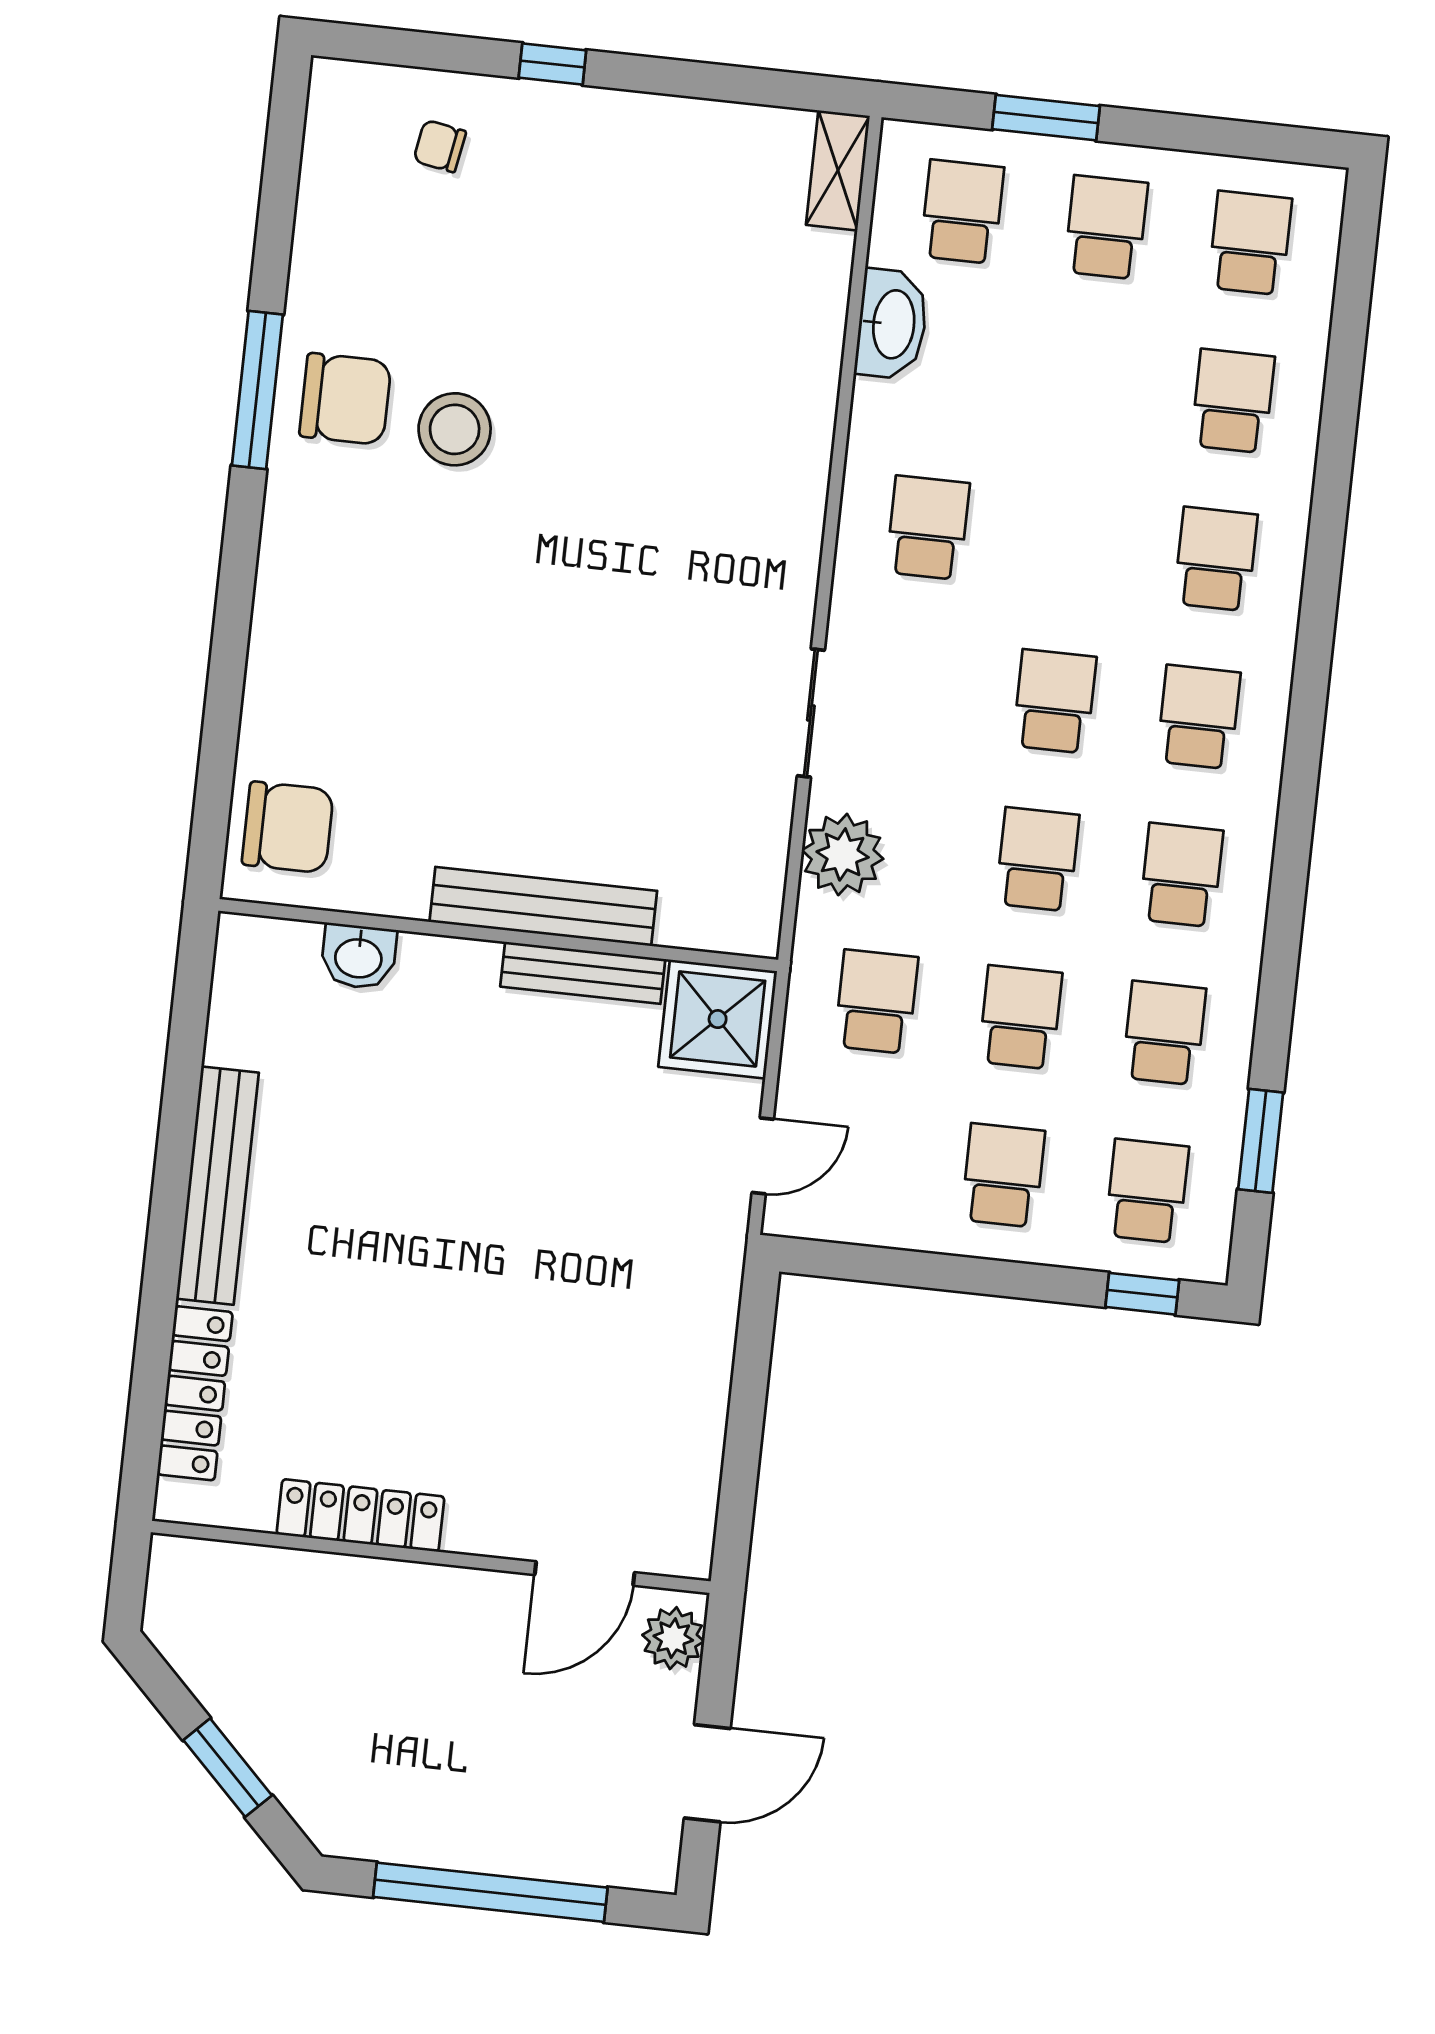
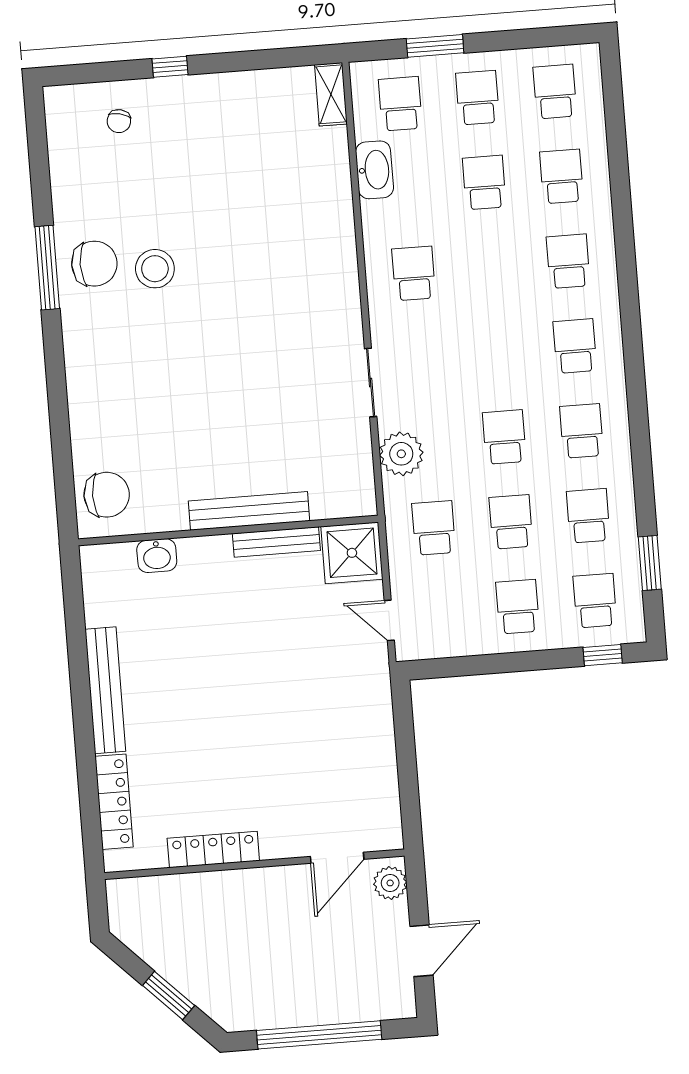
chair: (440, 146) -> (119, 121), turned -87
school desk: (1055, 701) -> (484, 182), moved
door: (763, 1156) -> (389, 620), swing flipped

